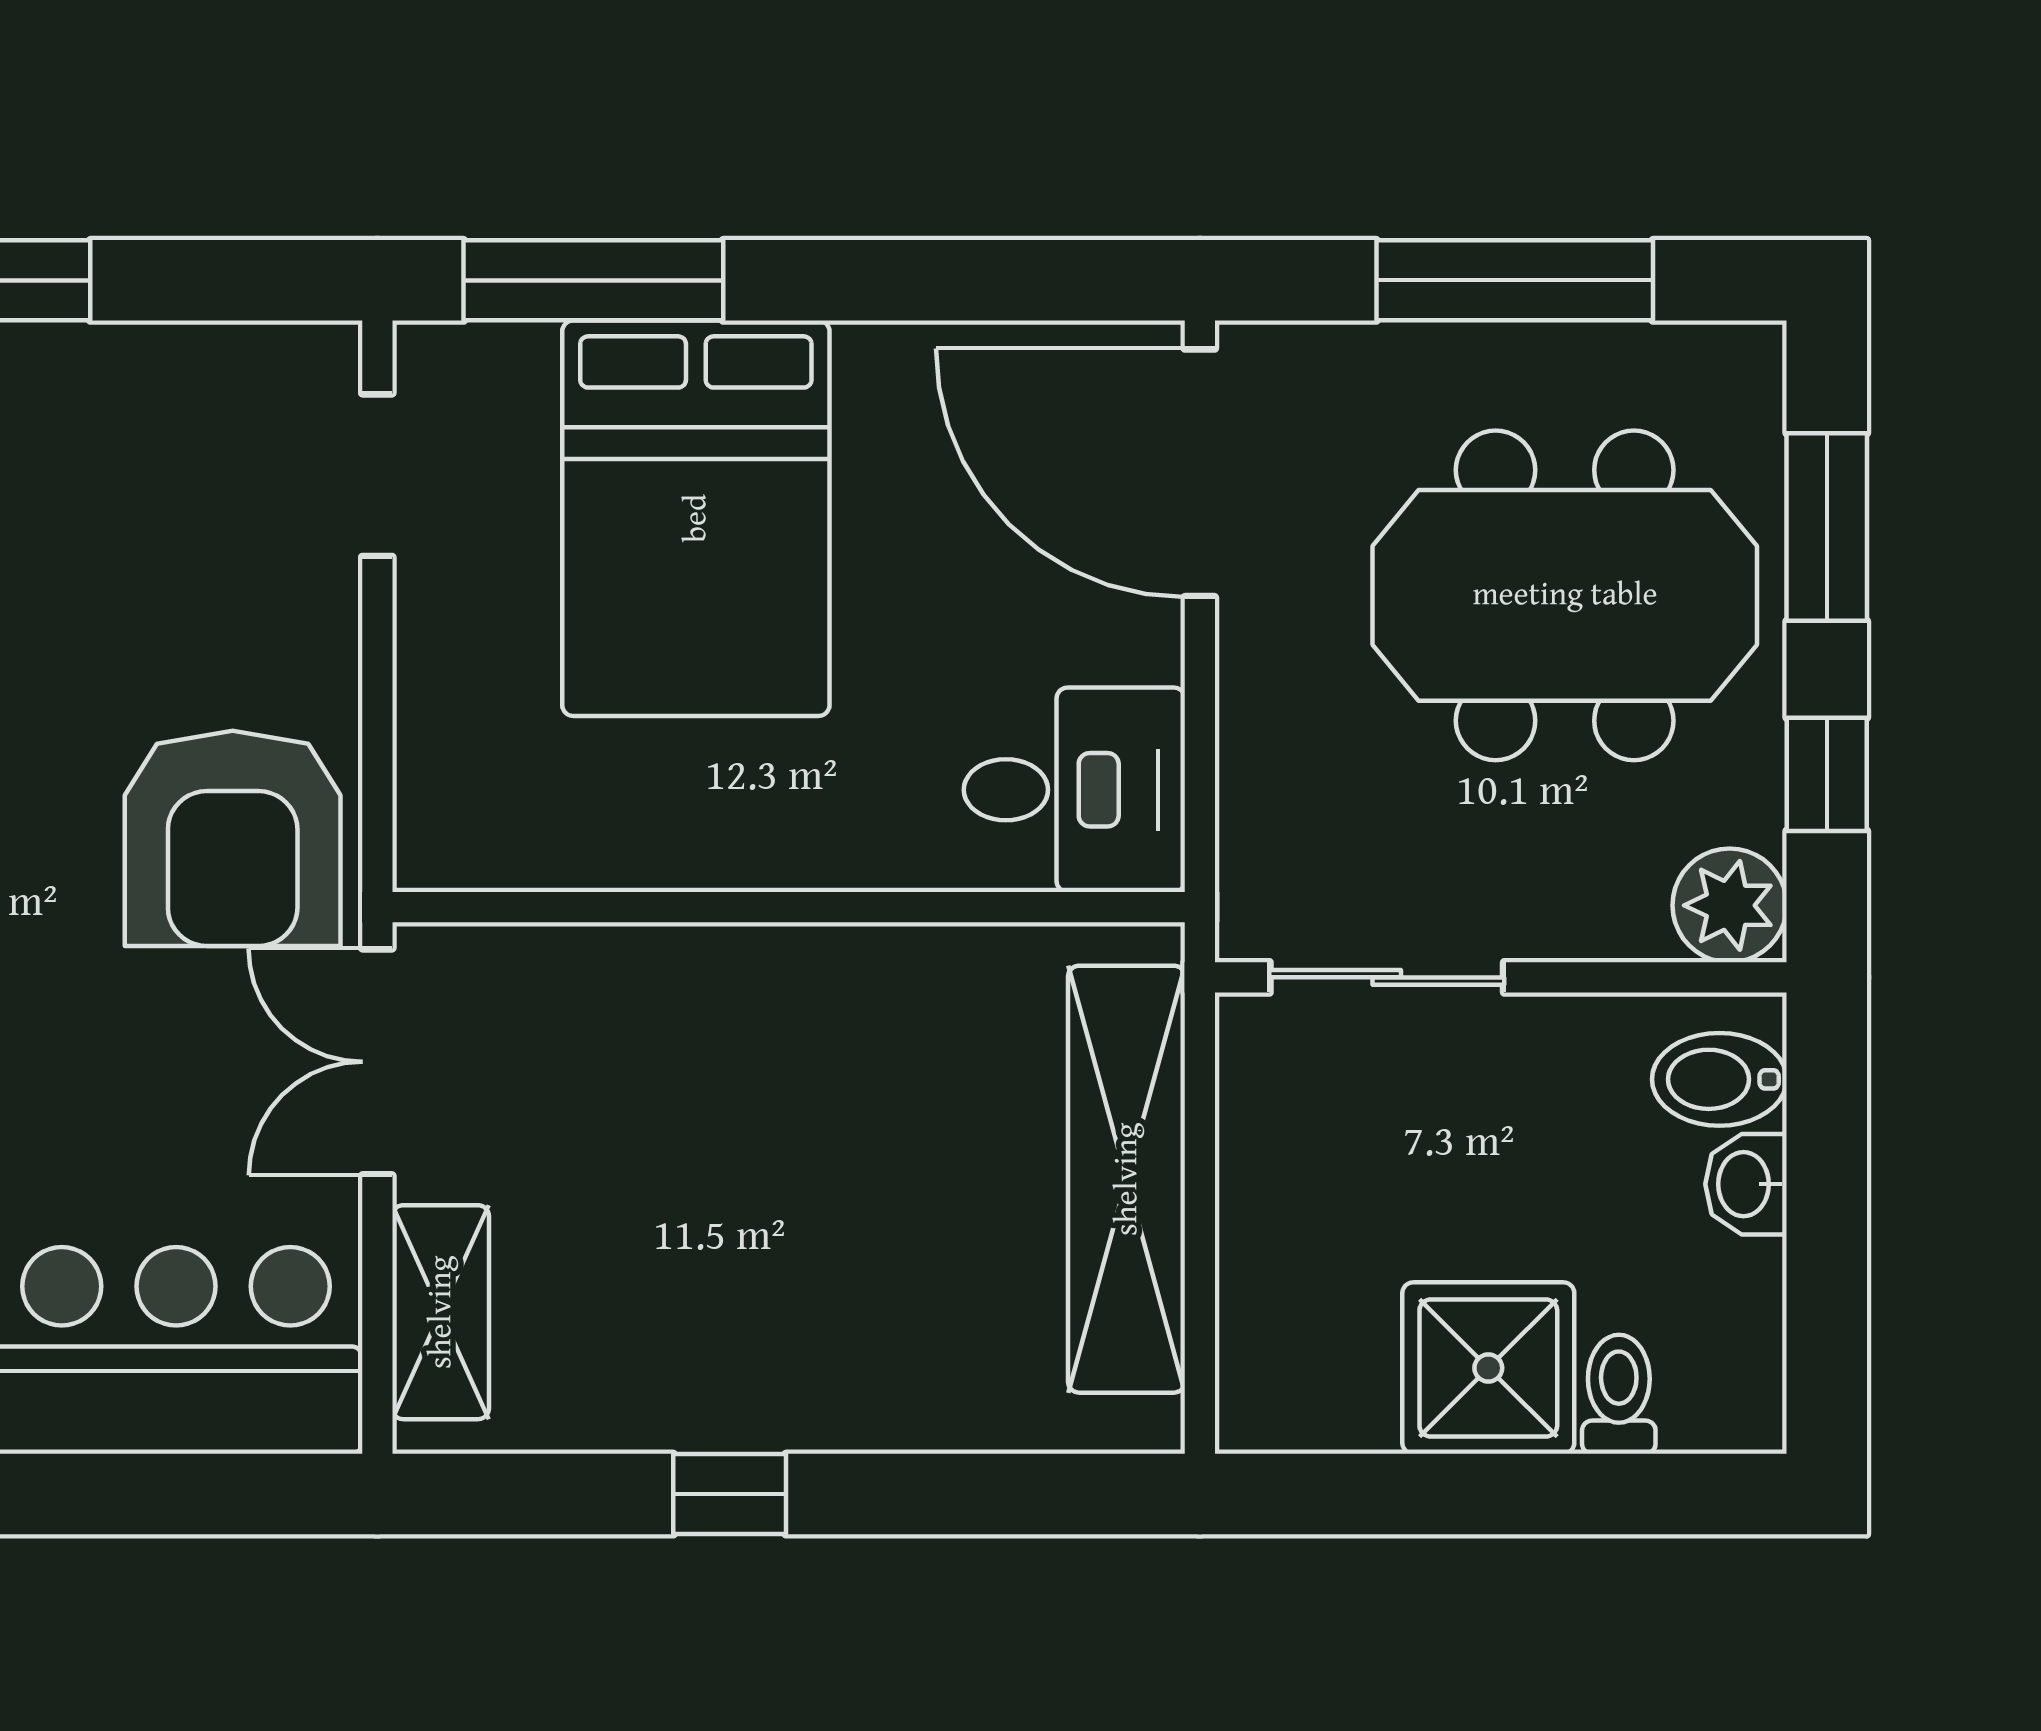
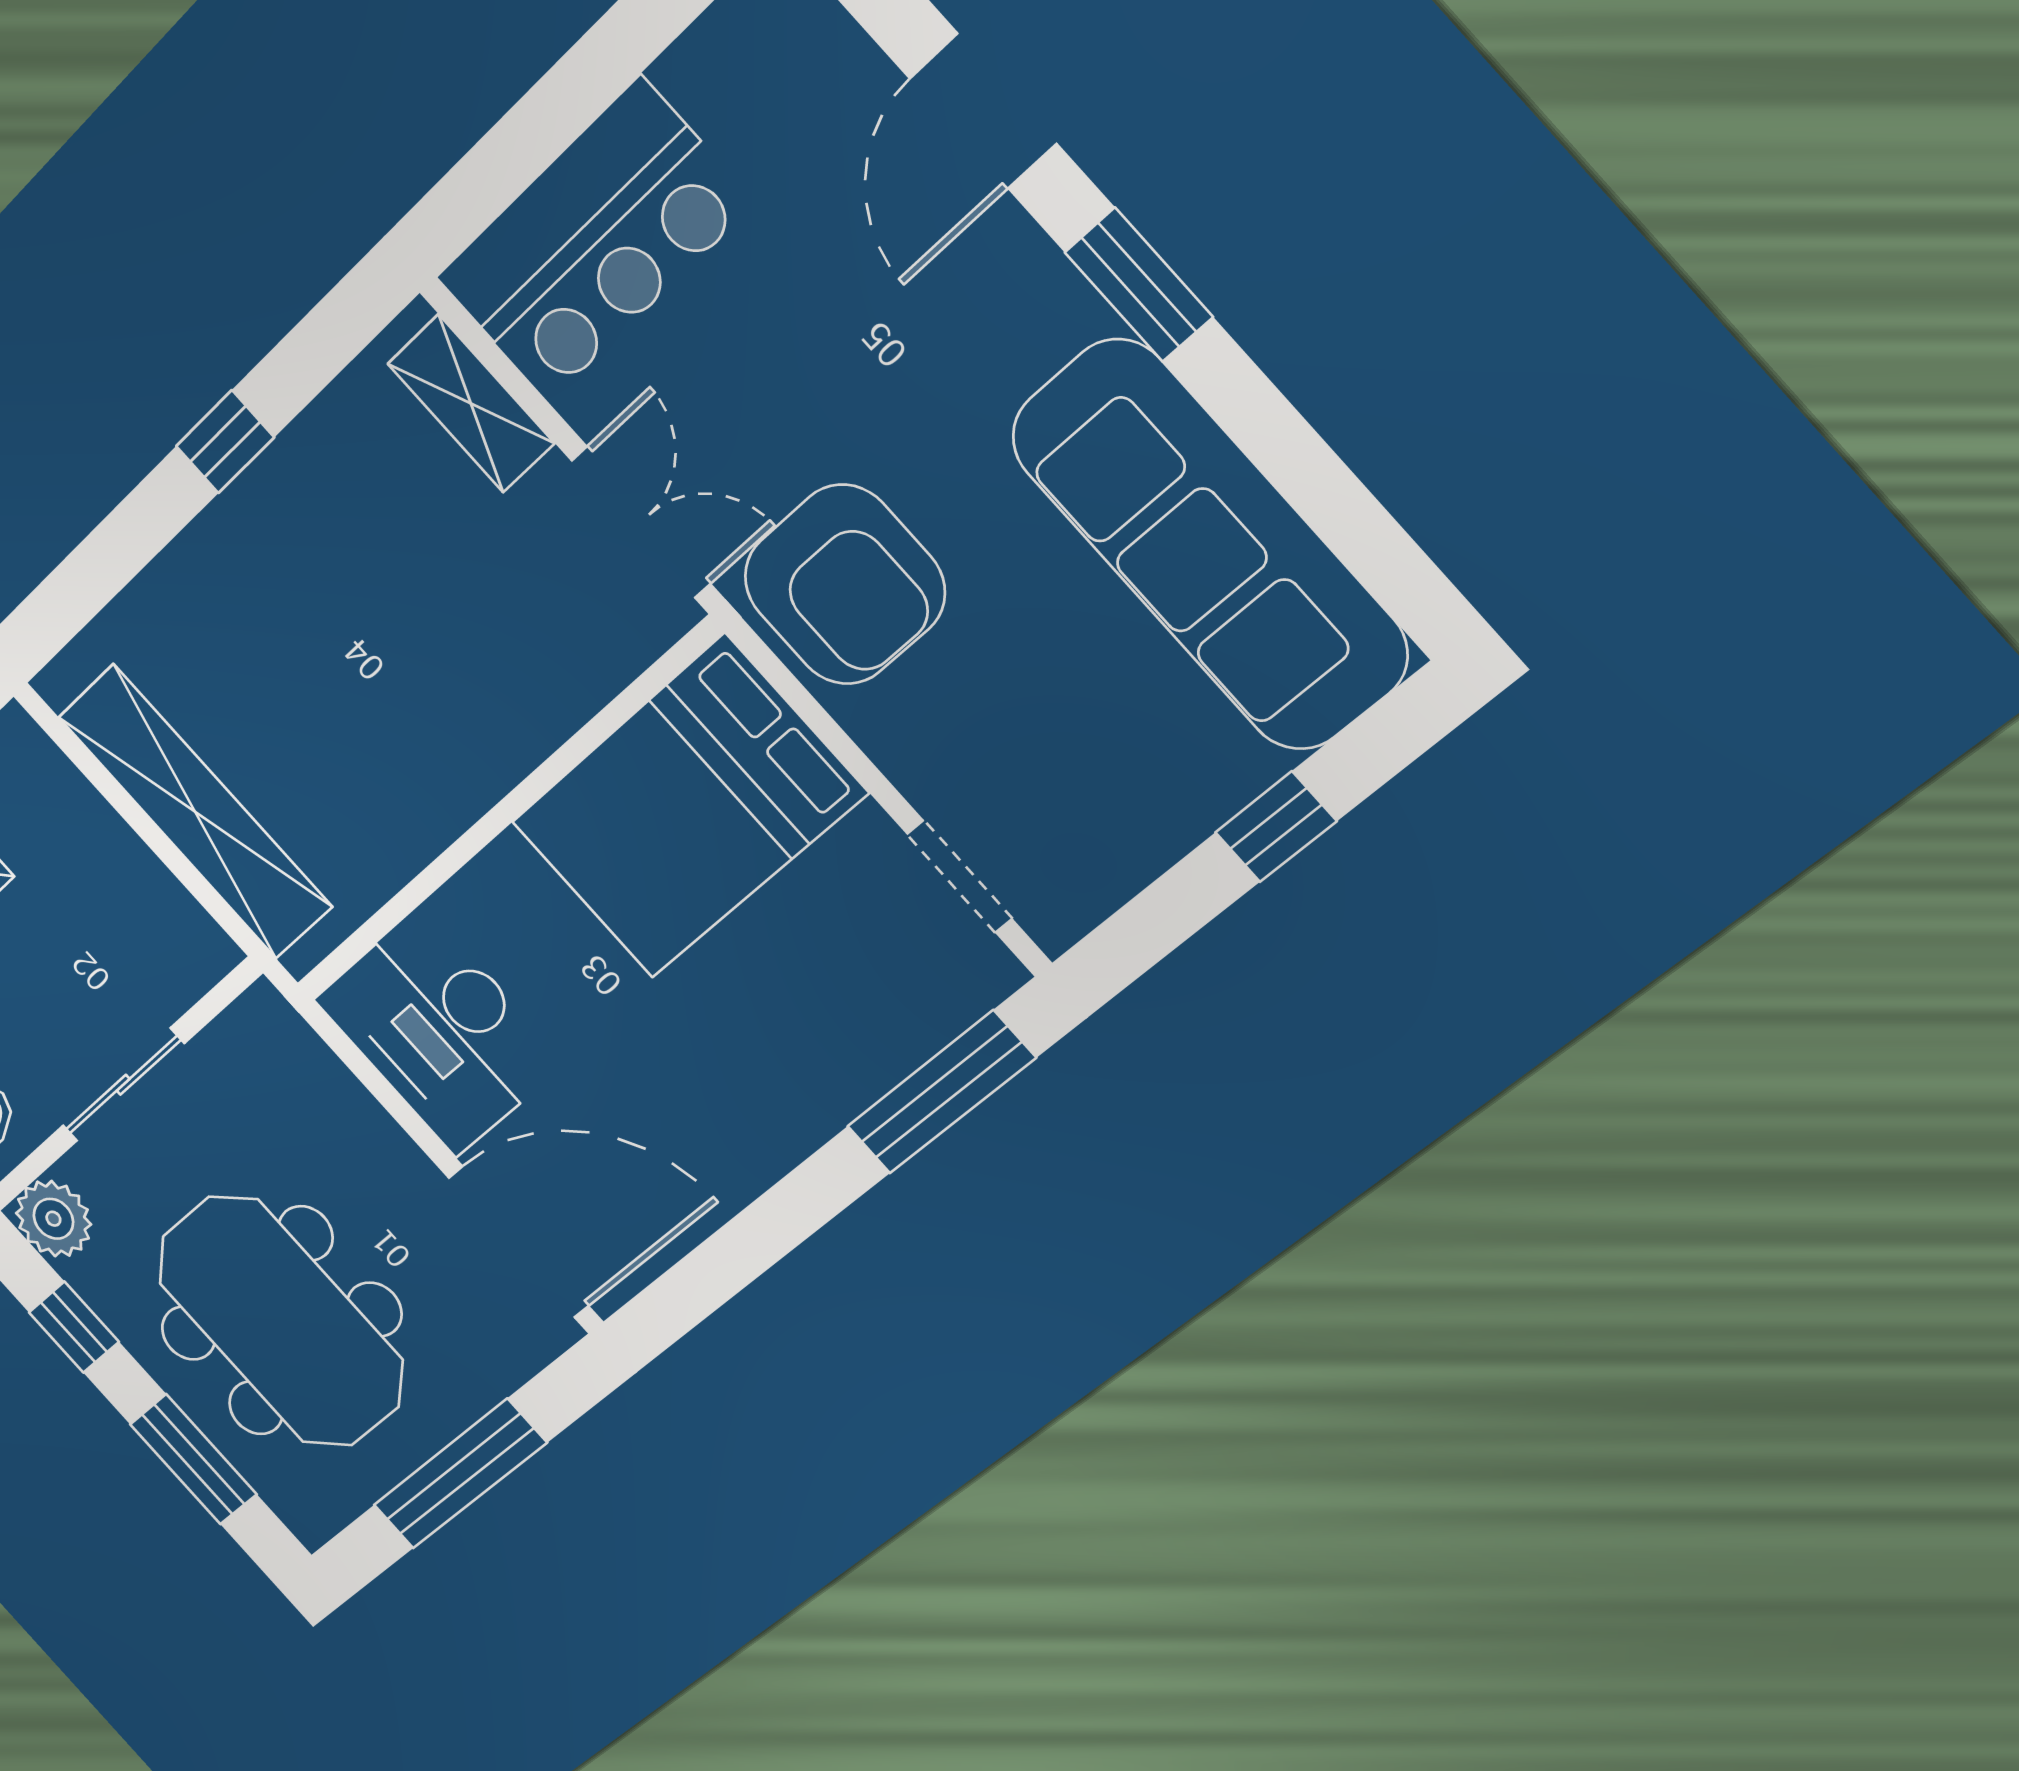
bed: (696, 518) -> (688, 808), moved, turned -90
meeting table: (1565, 595) -> (281, 1321), turned 90
desk: (1074, 790) -> (439, 1031), width x1.37
armchair: (233, 838) -> (844, 585), turned 180
sliding door: (1387, 977) -> (123, 1085), moved

